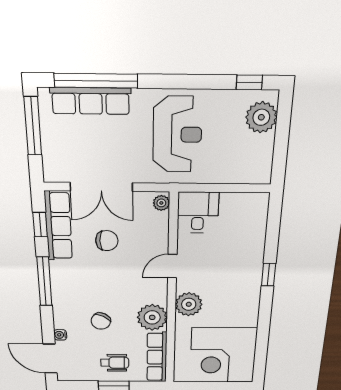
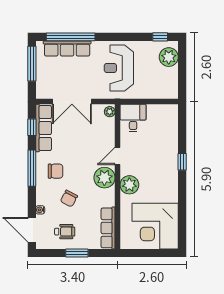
reception desk: (177, 135) -> (119, 68), turned 180
chair: (107, 241) -> (56, 171), moved
plant: (152, 317) -> (104, 178), moved
wheelchair: (115, 363) -> (65, 232), moved

